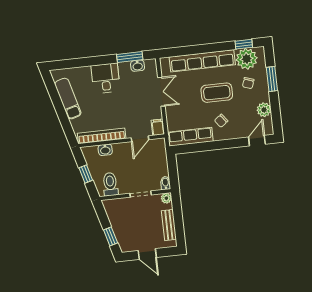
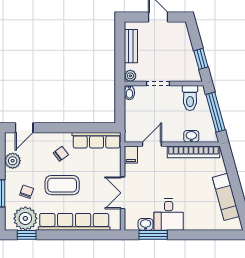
desk: (106, 78) -> (169, 215), moved
window: (86, 174) -> (216, 112), width x2.17
window: (111, 236) -> (201, 59), moved

